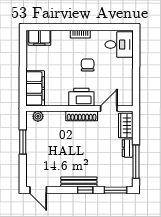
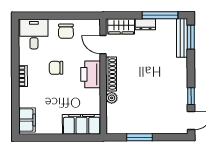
chair: (122, 74) -> (66, 31), added
plant: (38, 116) -> (112, 98), moved
bench: (79, 182) -> (182, 38), moved
window: (85, 190) -> (191, 96), moved

